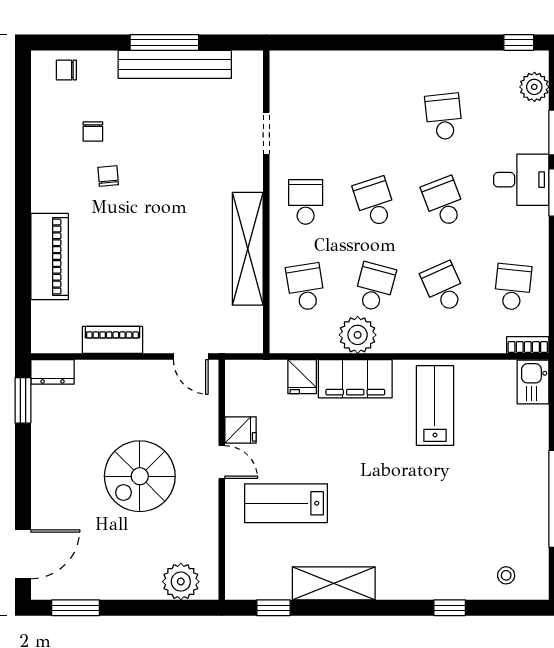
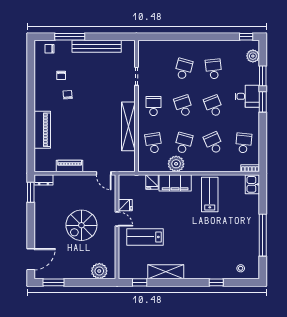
window: (164, 42) -> (70, 37), moved
school desk: (375, 117) -> (184, 69), added

